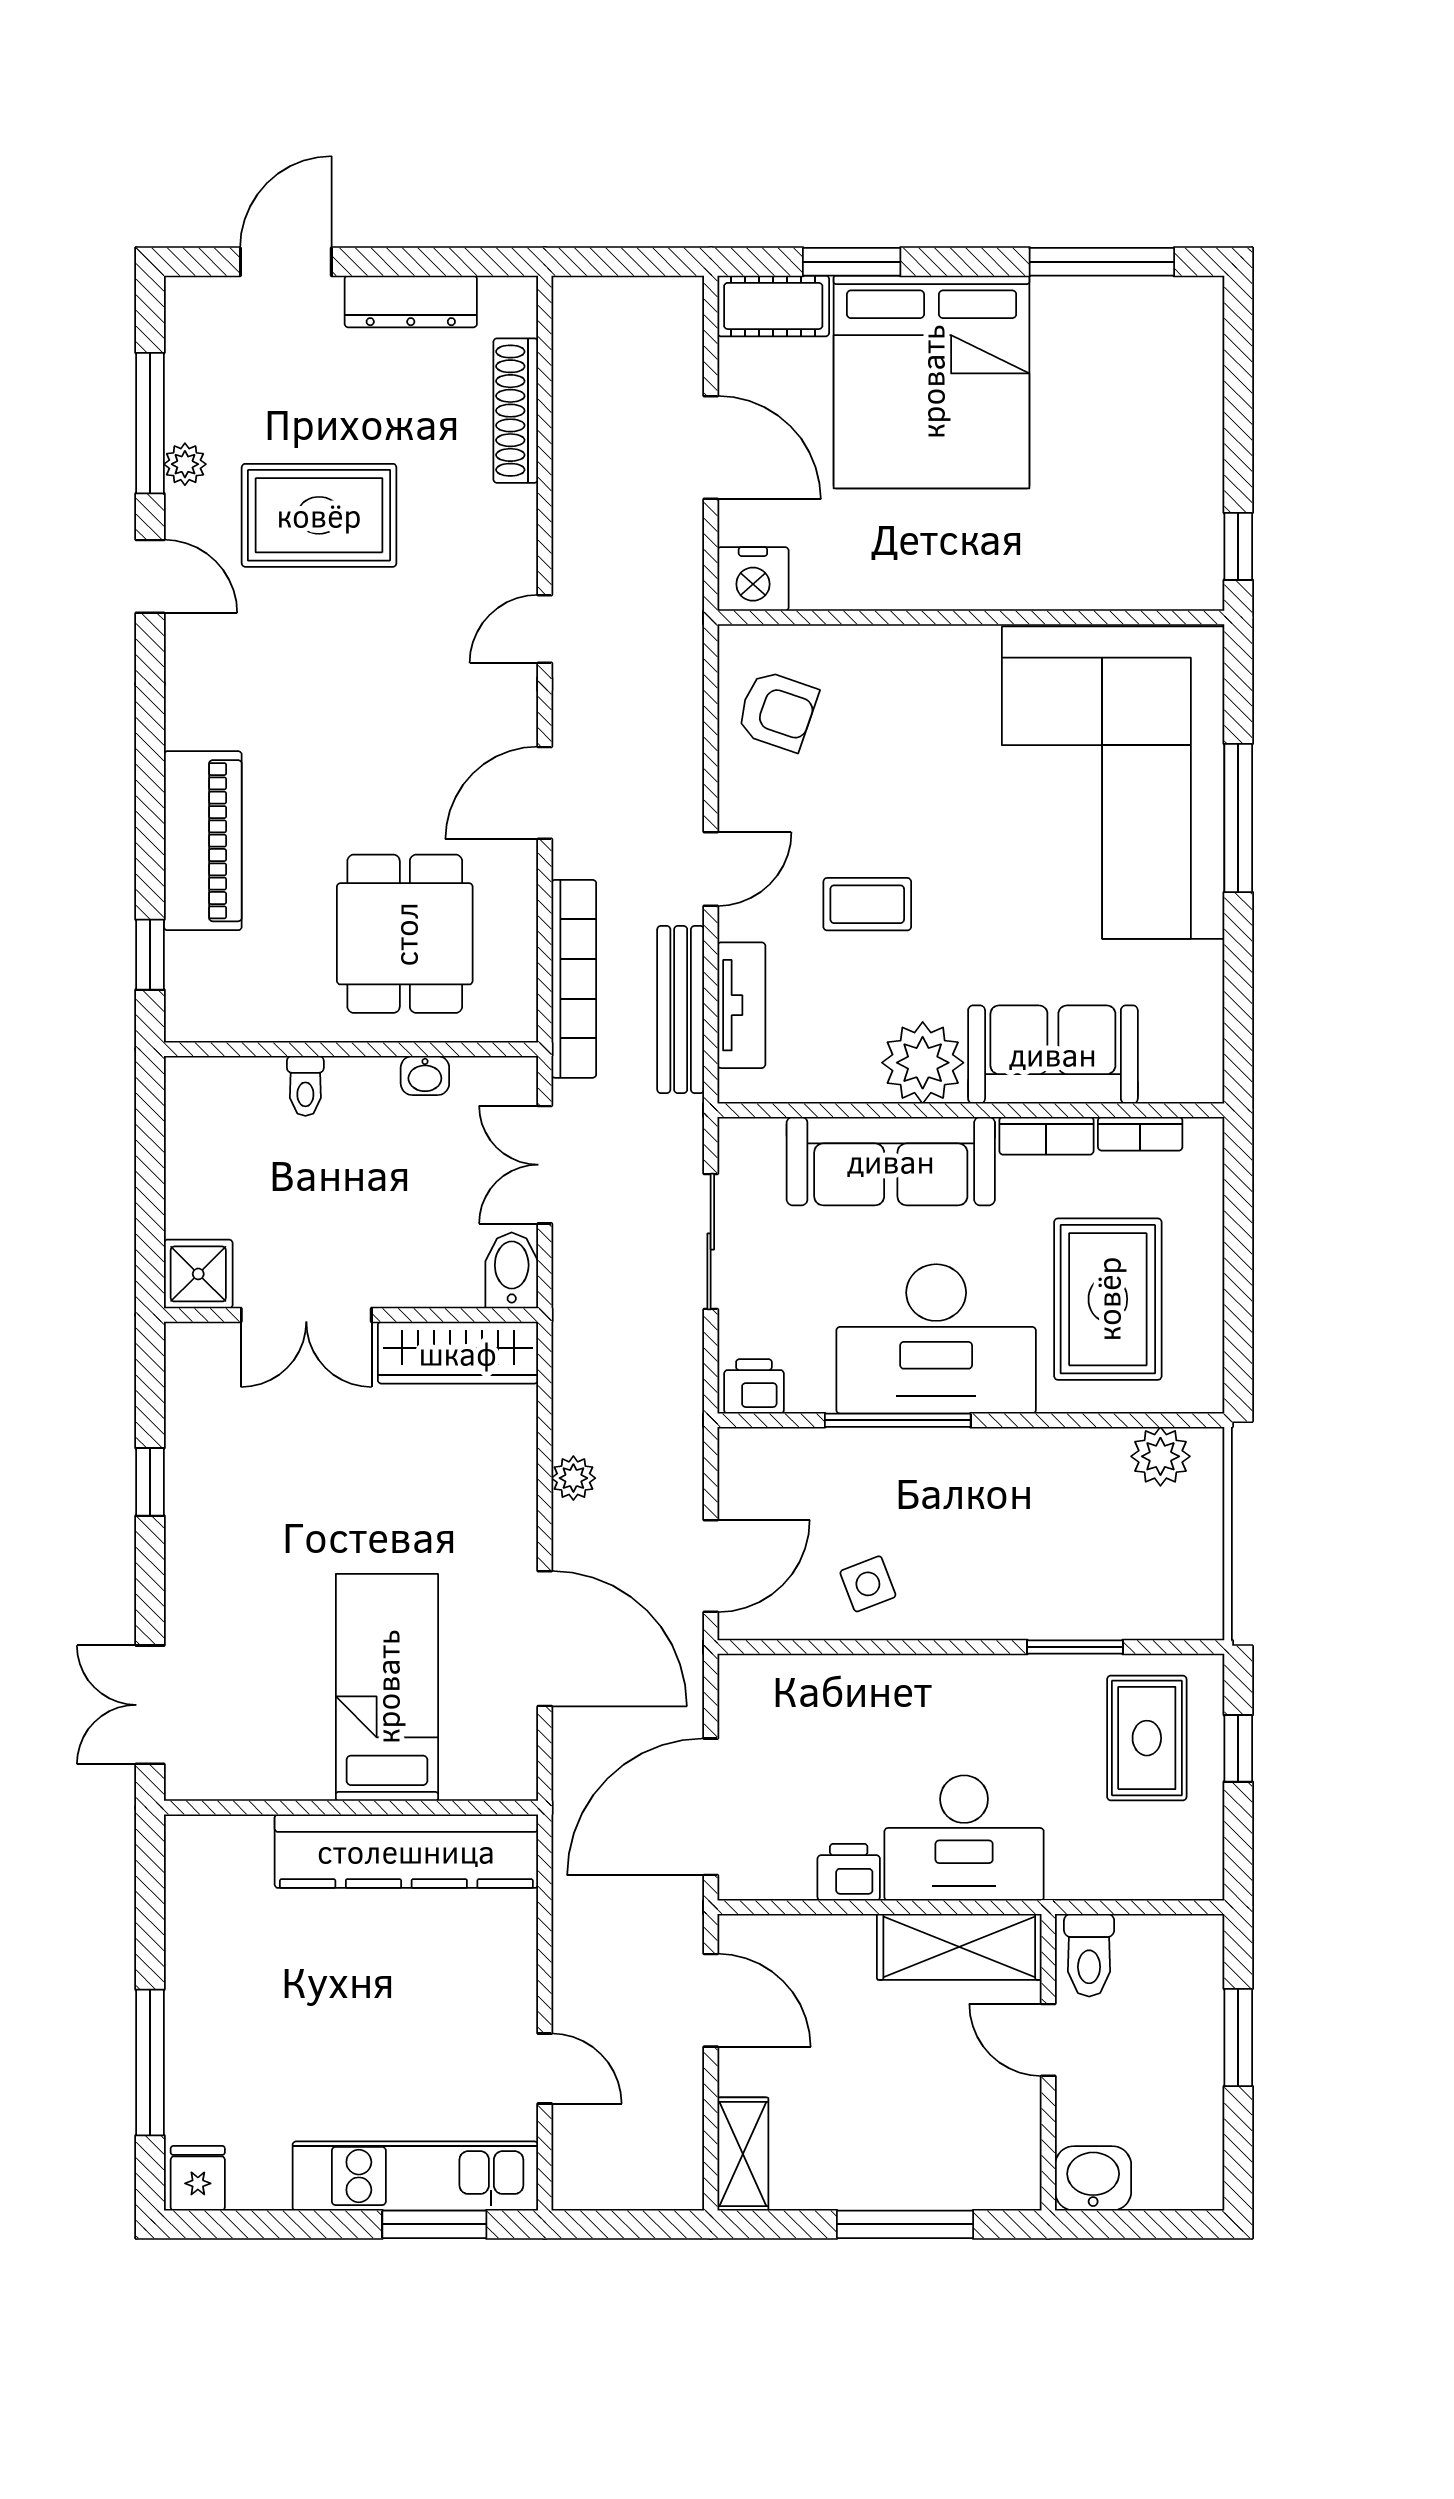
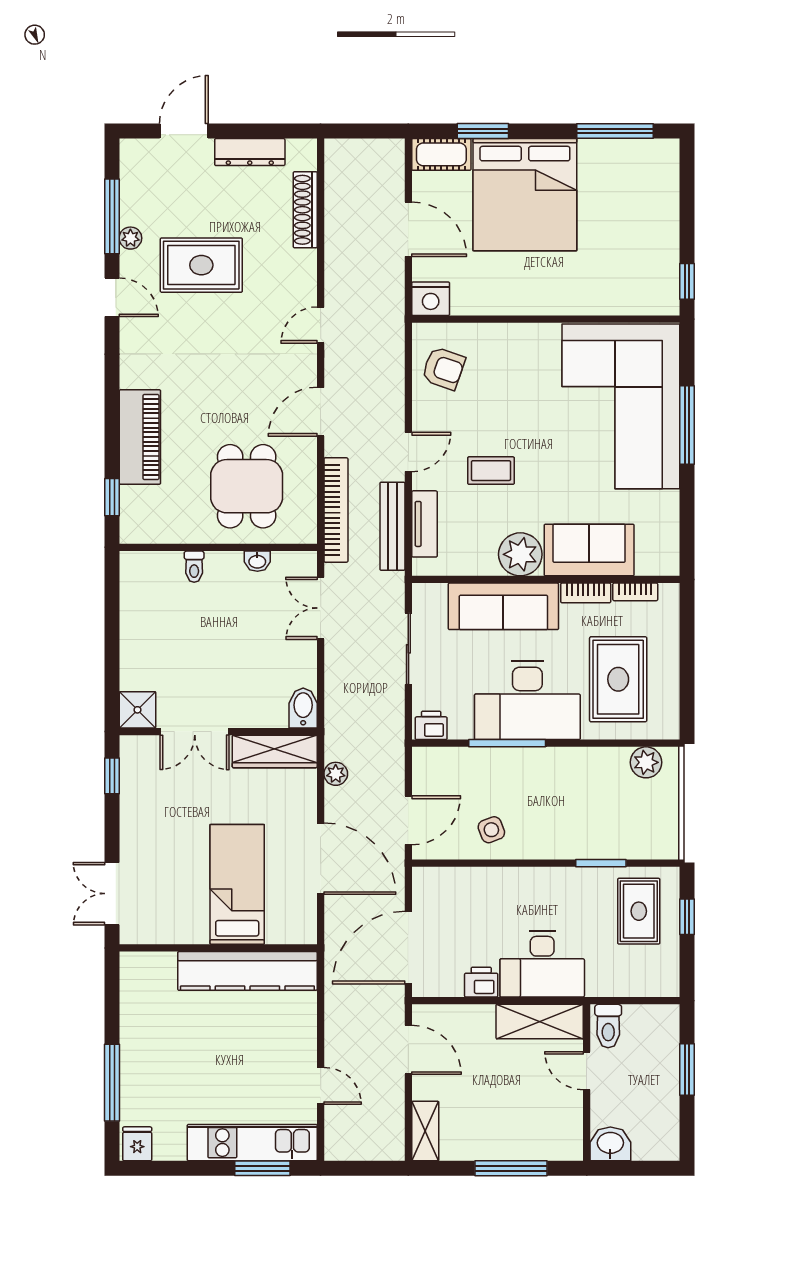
bidet: (512, 1270) -> (303, 708), moved
shower: (198, 1274) -> (137, 710), moved
double door: (306, 1315) -> (195, 732), moved
wall: (351, 1315) -> (218, 732), moved
wardrobe: (458, 1353) -> (275, 751), moved

